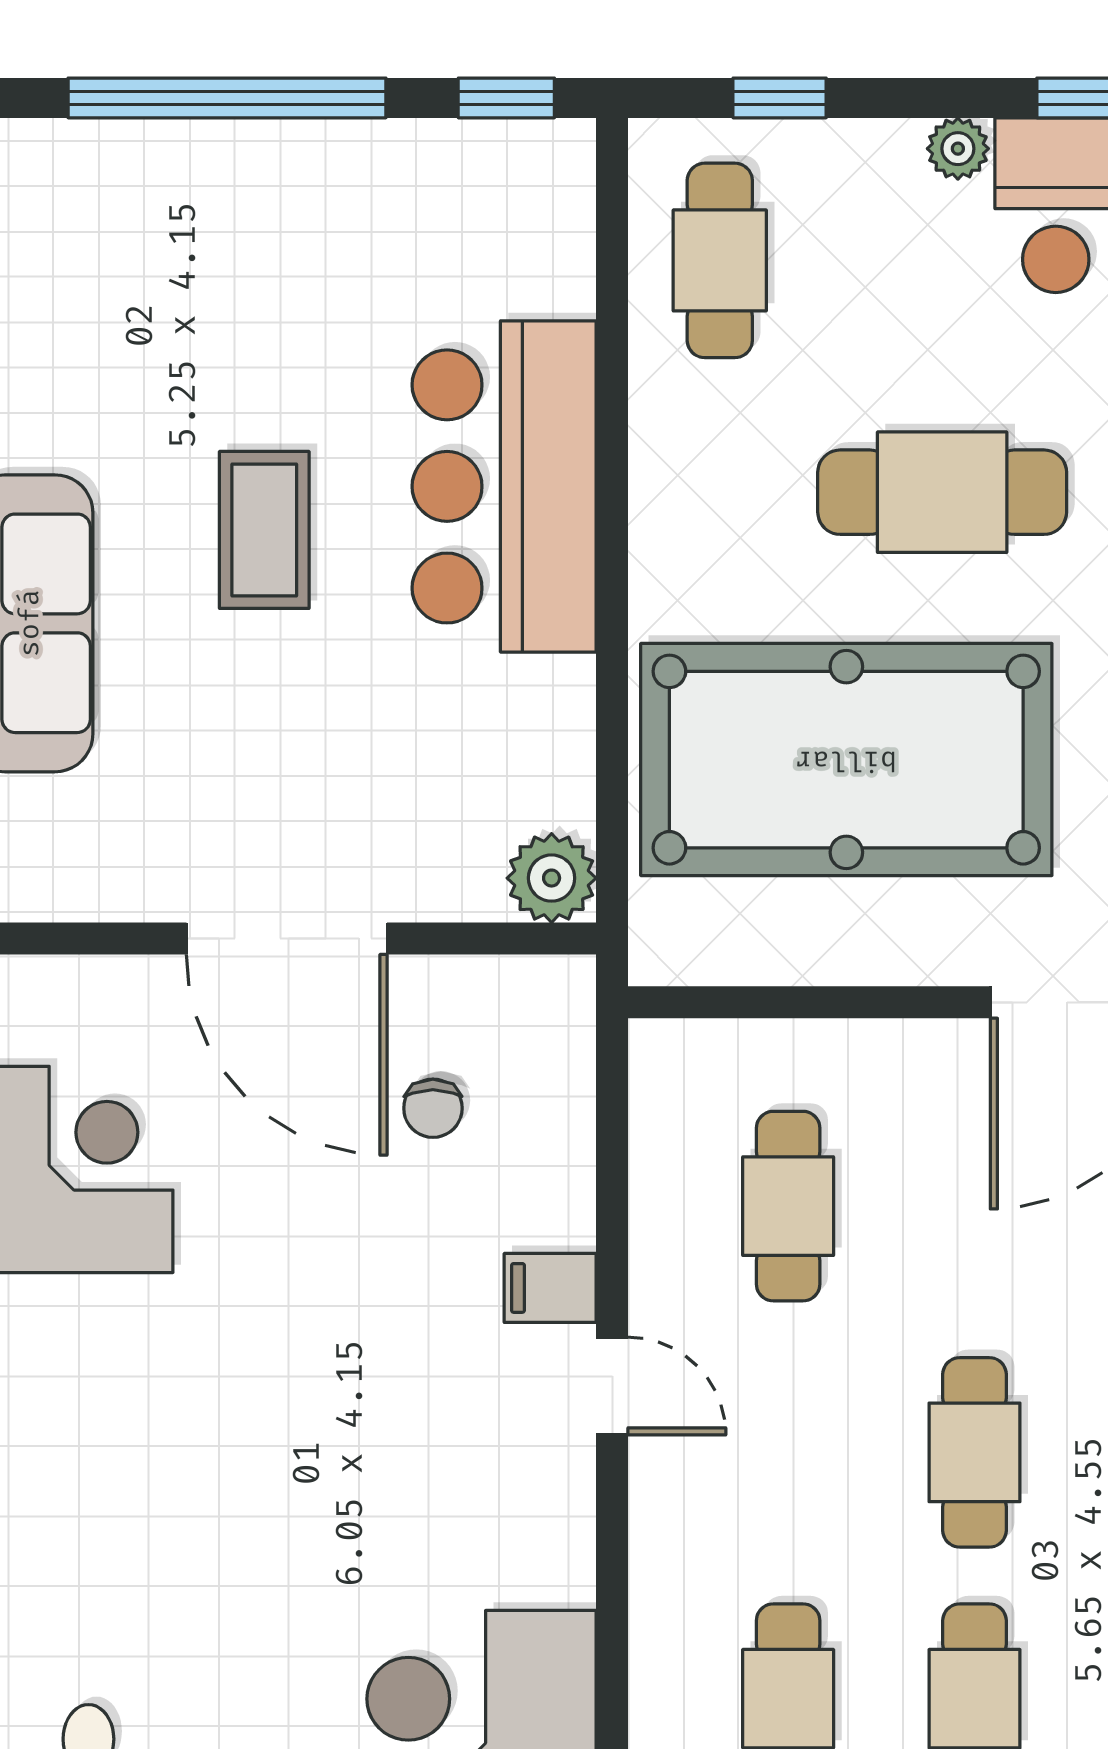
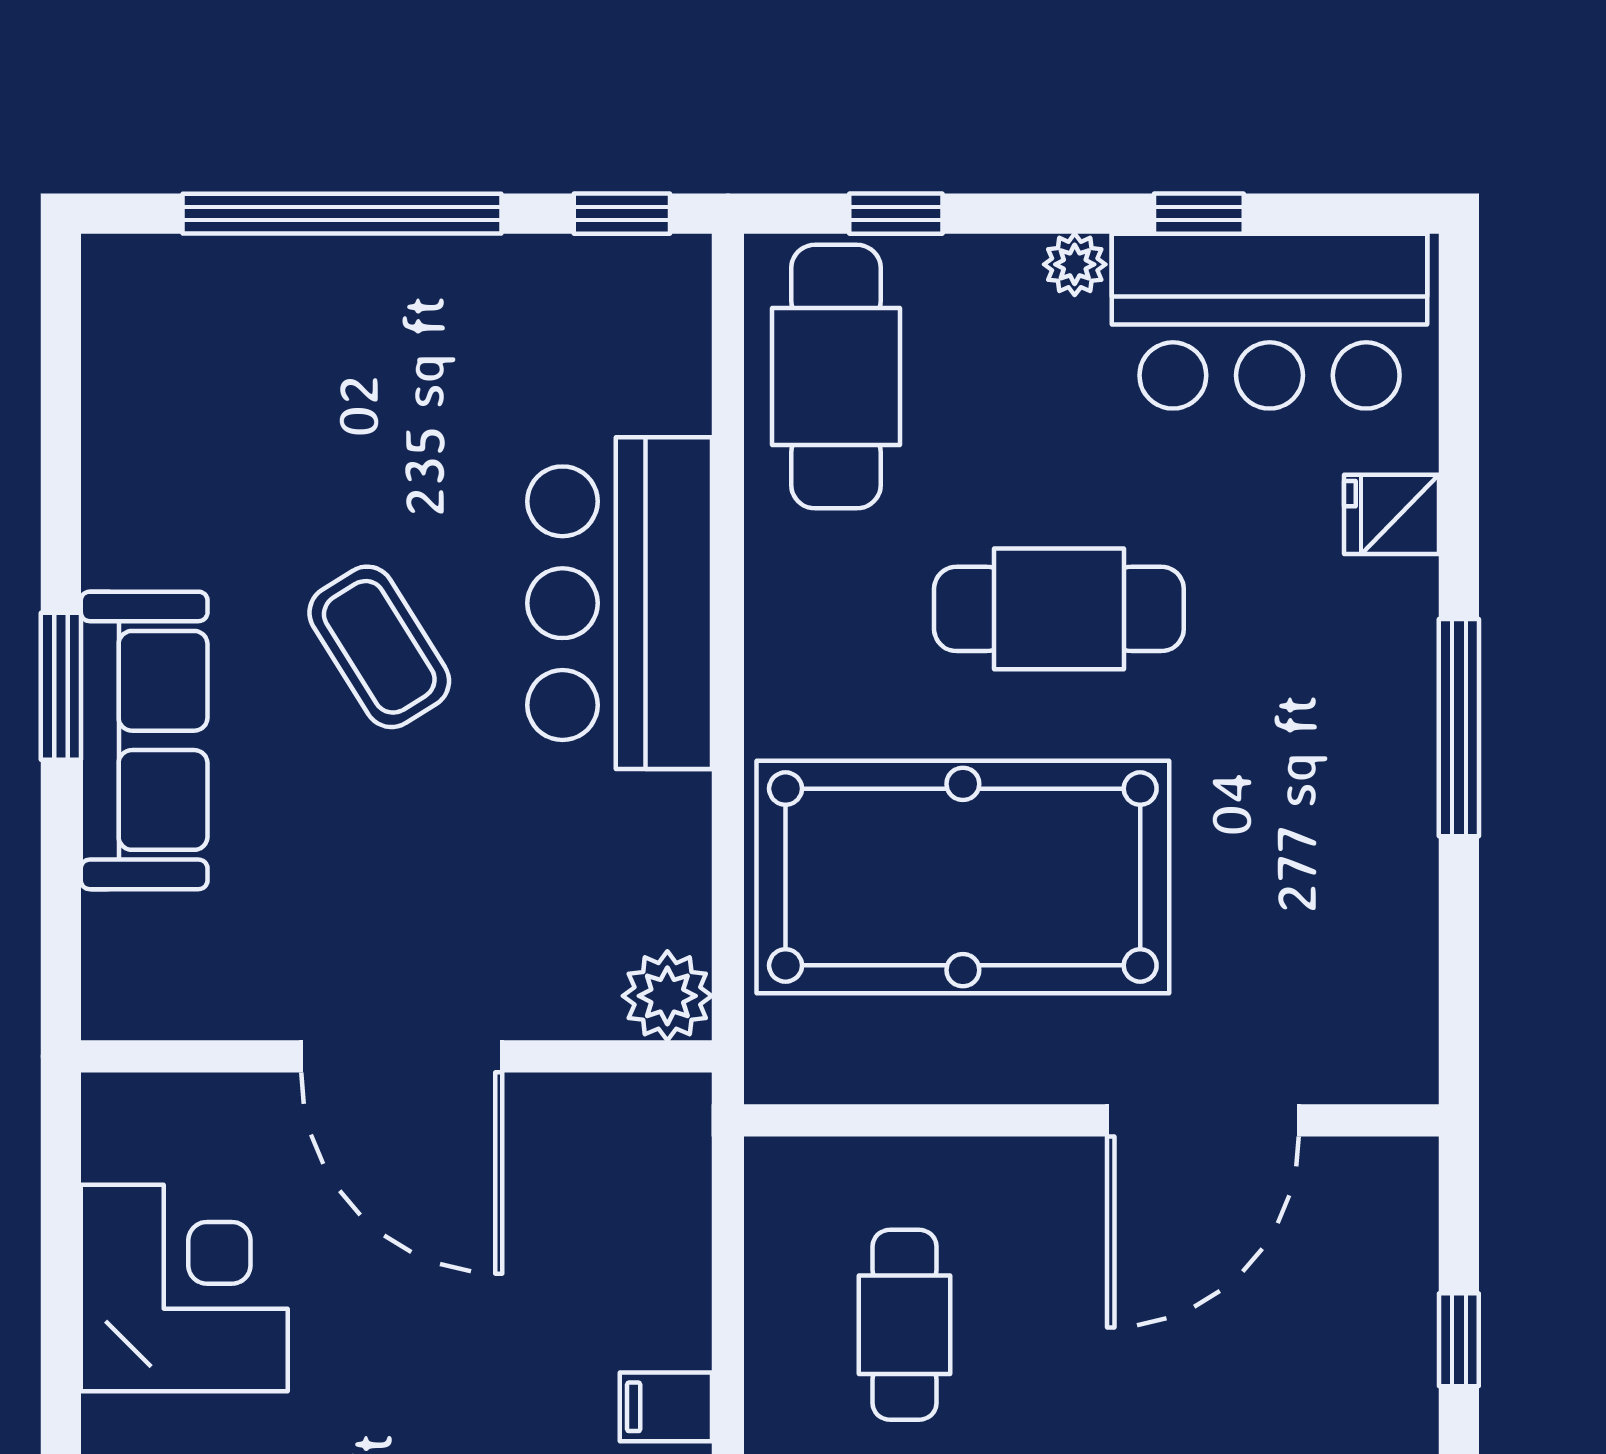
cafe table: (720, 260) -> (836, 377), width x1.37, depth x1.35
coffee table: (264, 530) -> (379, 647), turned -32
chair: (433, 1108) -> (548, 1227), removed

